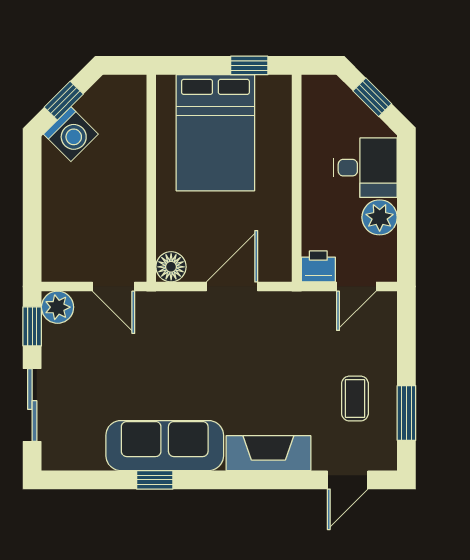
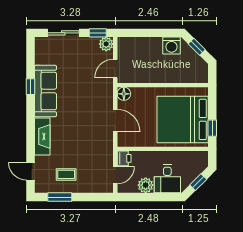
bed: (215, 133) -> (183, 119), width x1.36
washing machine: (71, 134) -> (171, 45), moved, turned -45
door: (356, 287) -> (115, 175), swing flipped

